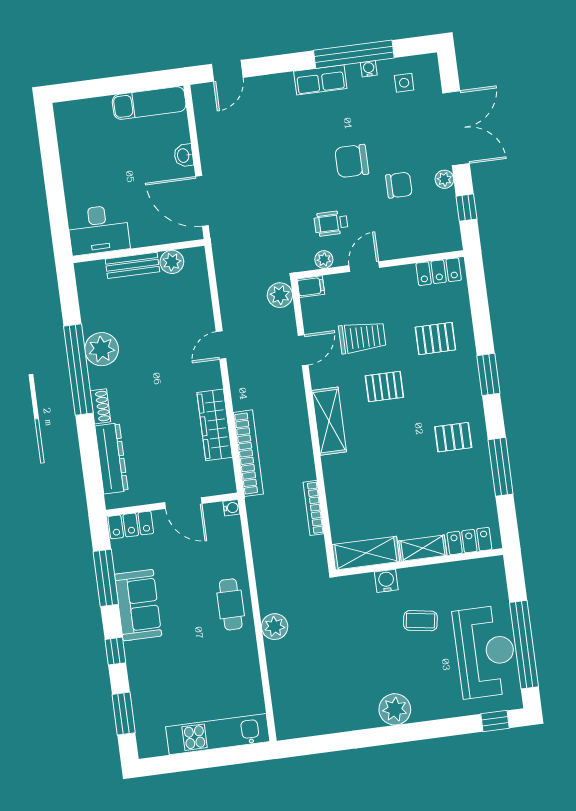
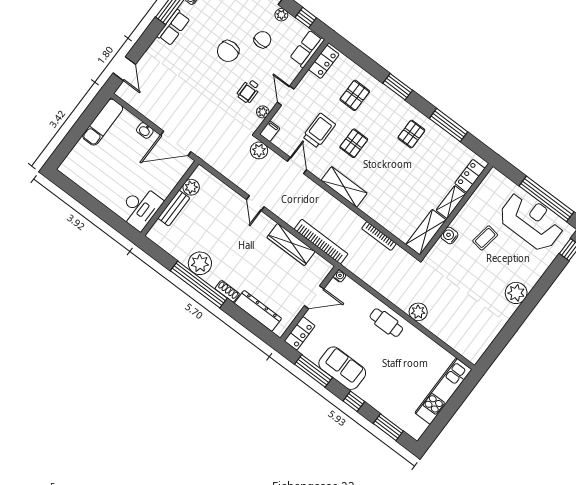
row of seats: (435, 241) -> (307, 49), added

